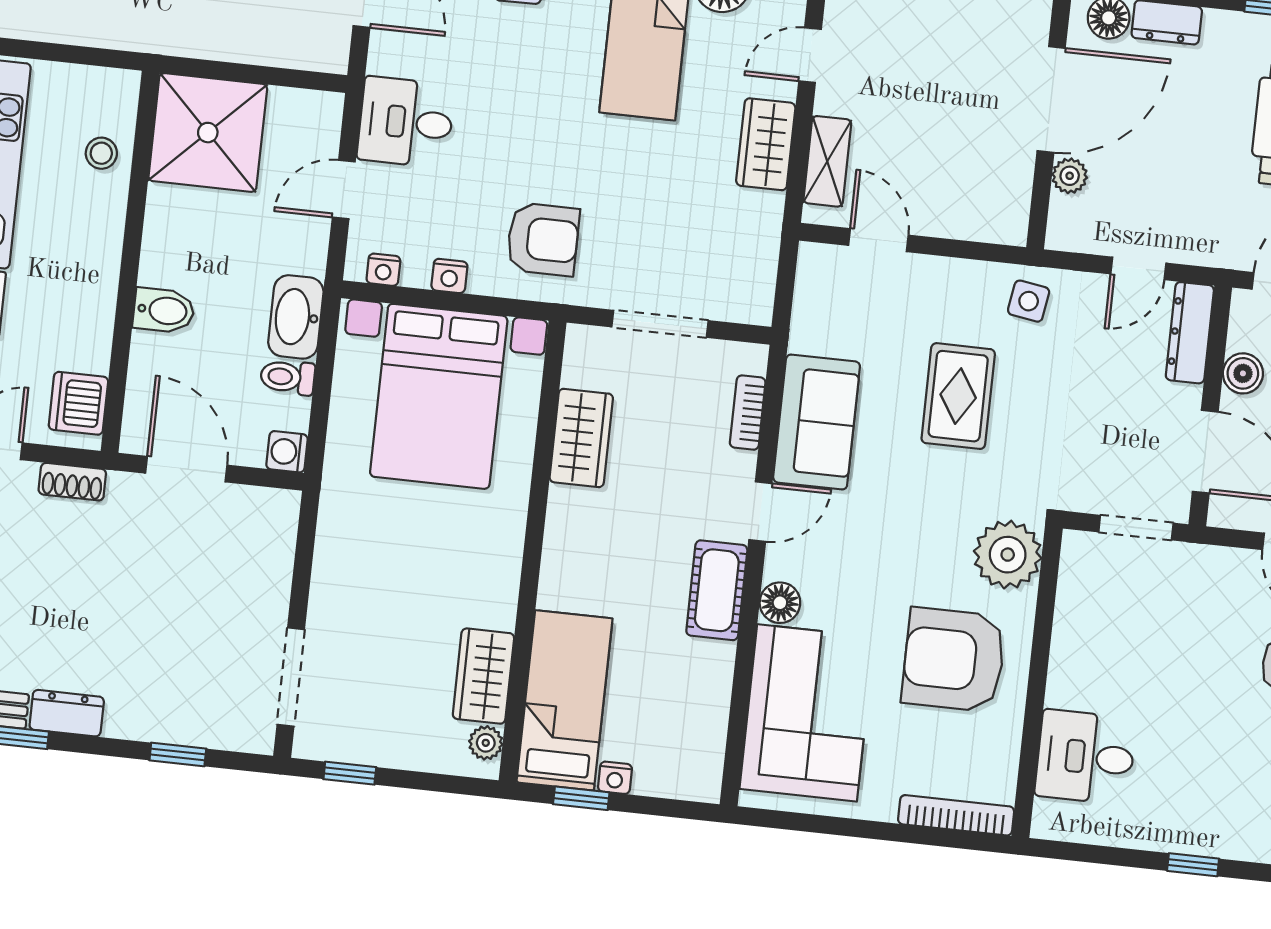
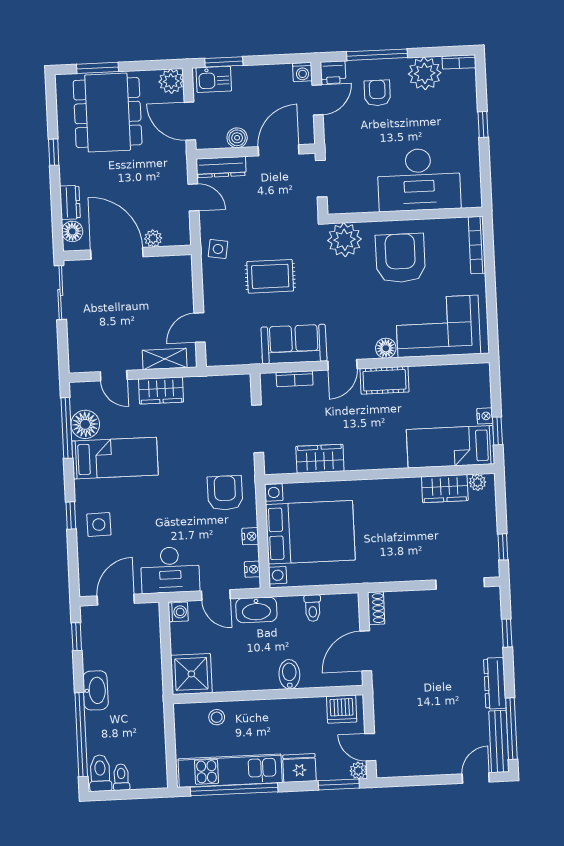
desk: (406, 122) -> (170, 570), width x1.37
shower: (208, 133) -> (191, 674), width x0.73, depth x0.73
washbasin: (296, 317) -> (256, 610), moved
washing machine: (287, 452) -> (178, 612), moved, turned -90
shoe rack: (72, 482) -> (376, 608), moved
door: (760, 512) -> (342, 365), swing flipped
armchair: (954, 660) -> (400, 258), turned 180
dresser: (67, 713) -> (495, 683), width x1.44
desk: (1085, 757) -> (419, 180), width x1.87, depth x1.30

